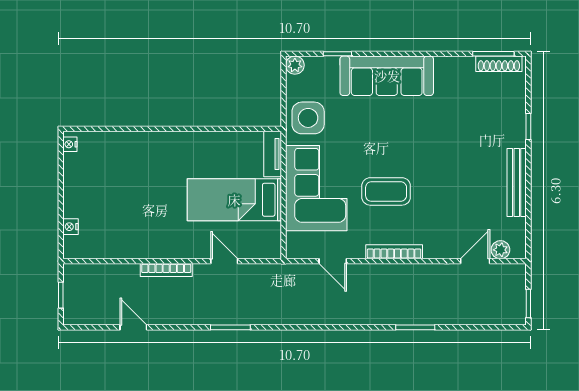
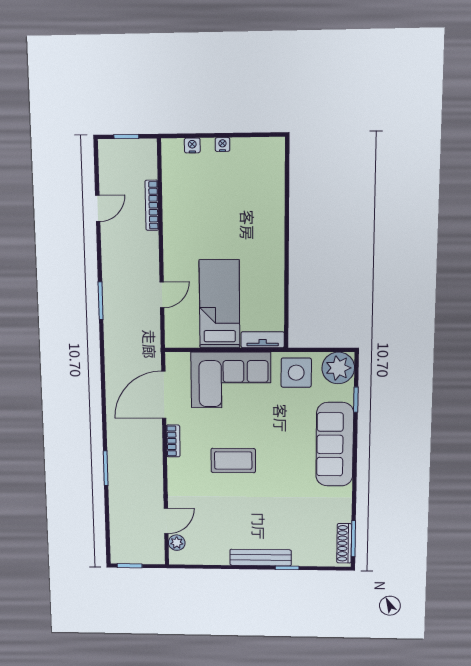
plant: (295, 65) -> (338, 368), width x1.88, depth x1.88
nightstand: (70, 144) -> (223, 144), moved
bench: (517, 183) -> (261, 558), moved
coffee table: (386, 191) -> (233, 460), moved, turned 90
bookcase: (394, 252) -> (173, 441), width x0.64
door: (333, 261) -> (164, 395), width x1.88
door: (475, 261) -> (166, 521), hinge flipped
bookcase: (166, 270) -> (152, 205), moved

